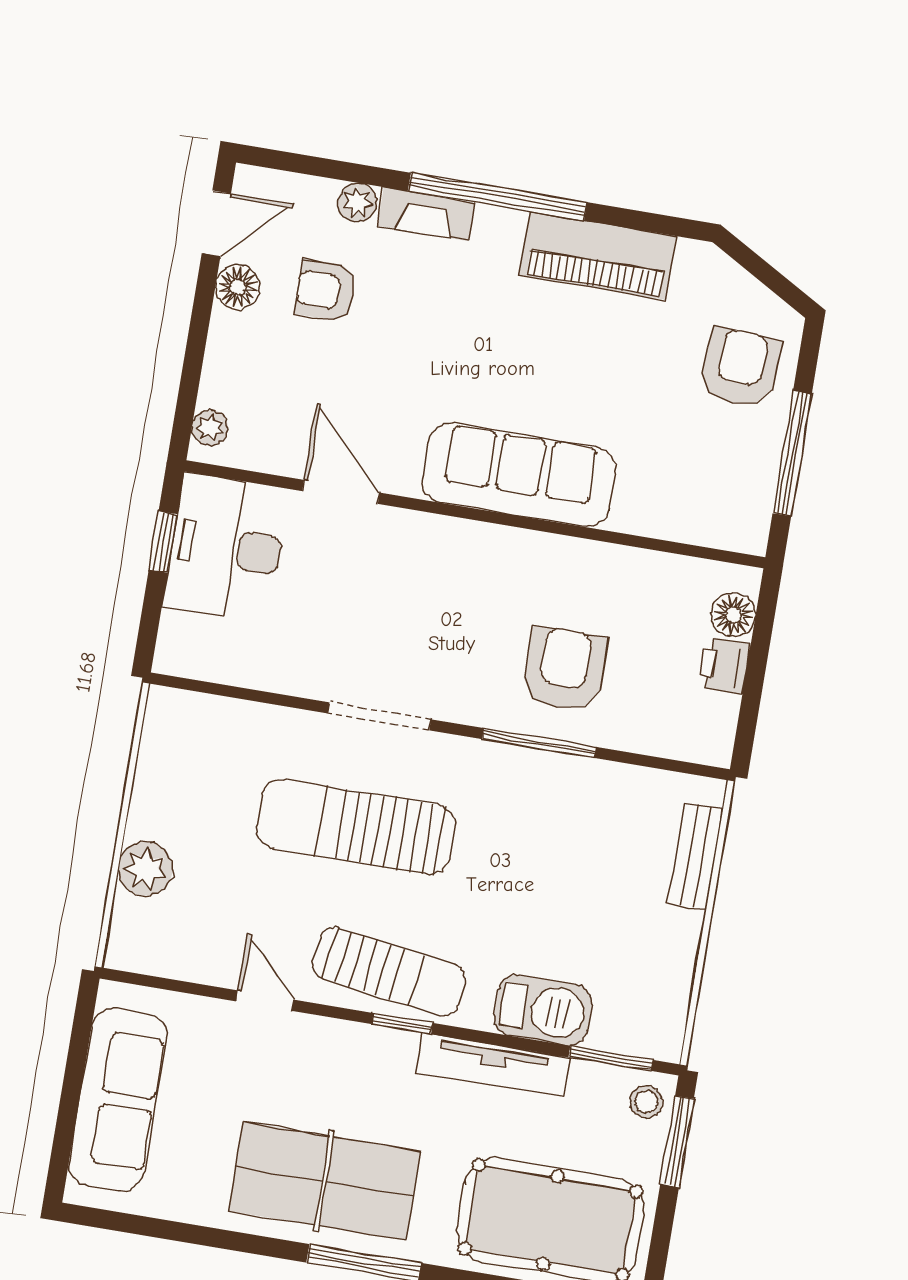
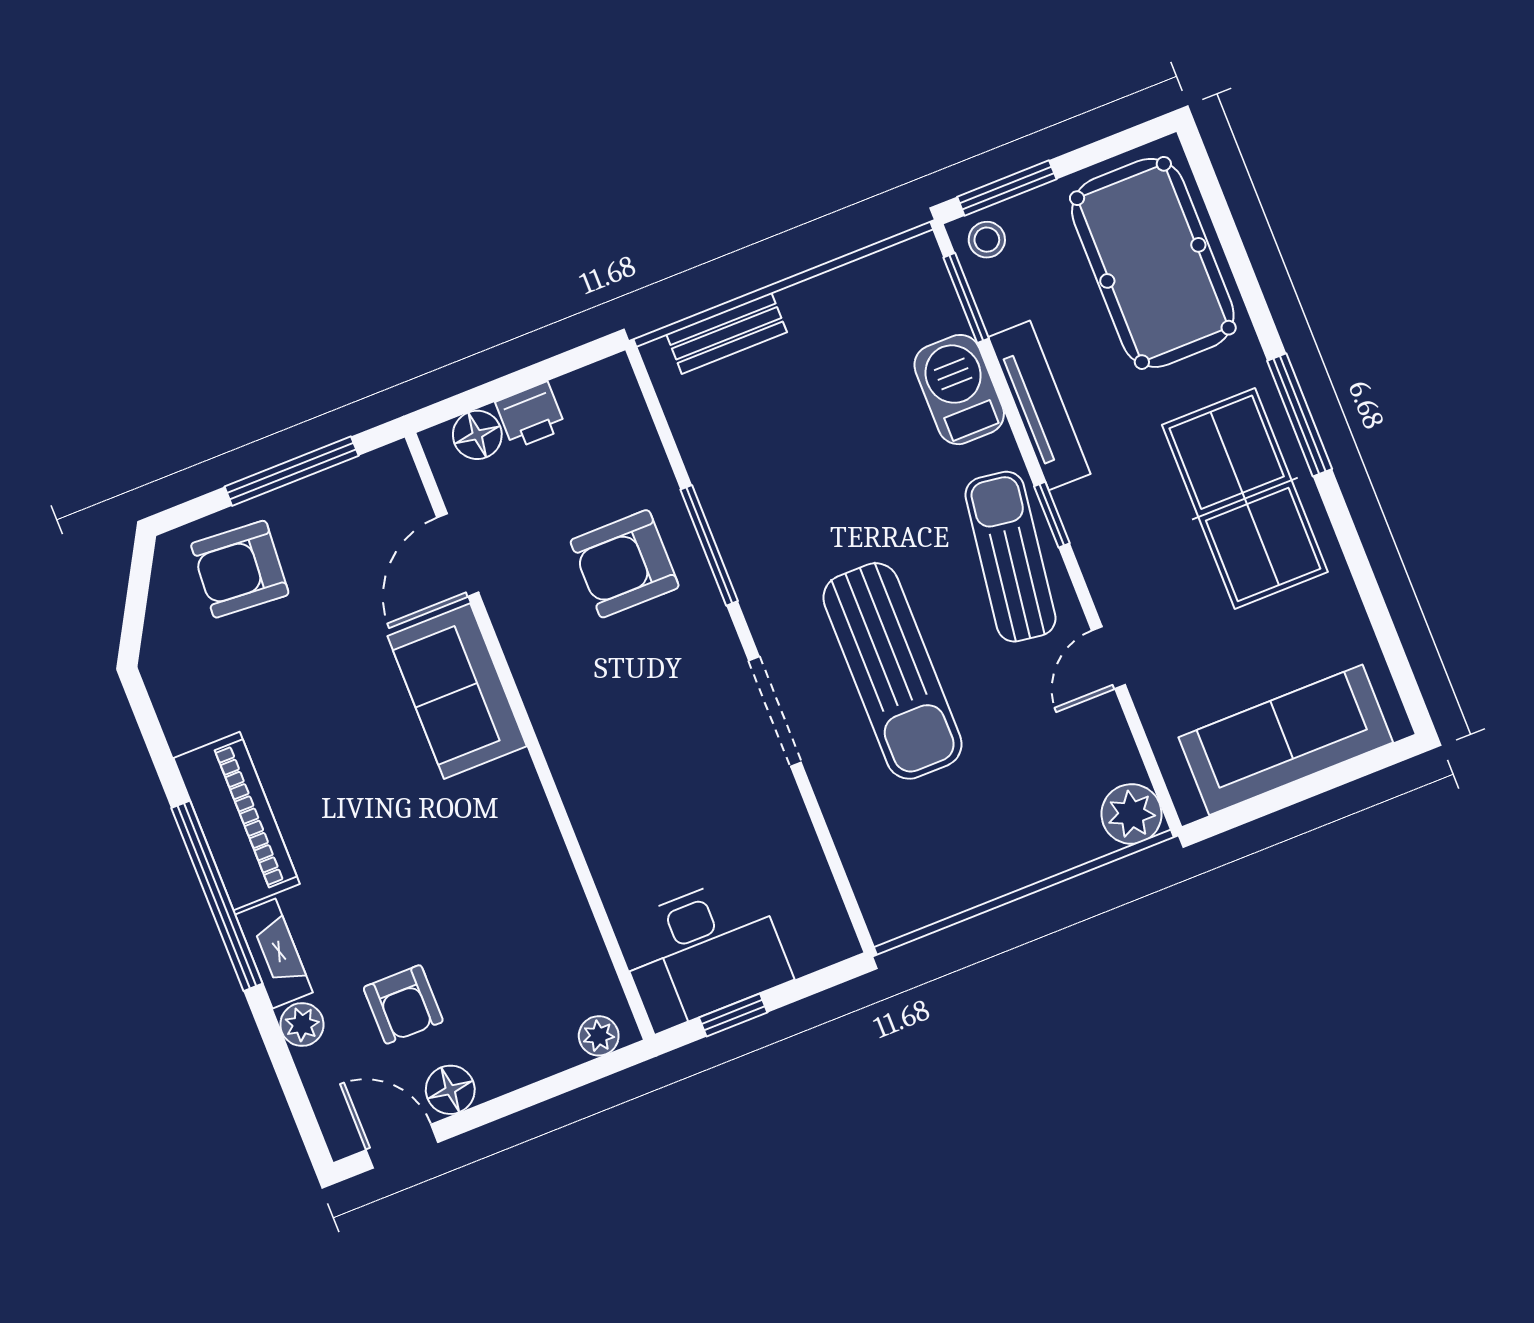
piano: (598, 256) -> (237, 821), moved
sofa: (519, 475) -> (457, 691), width x0.73
door: (341, 492) -> (458, 555), moved
plant: (145, 869) -> (1132, 814), moved

